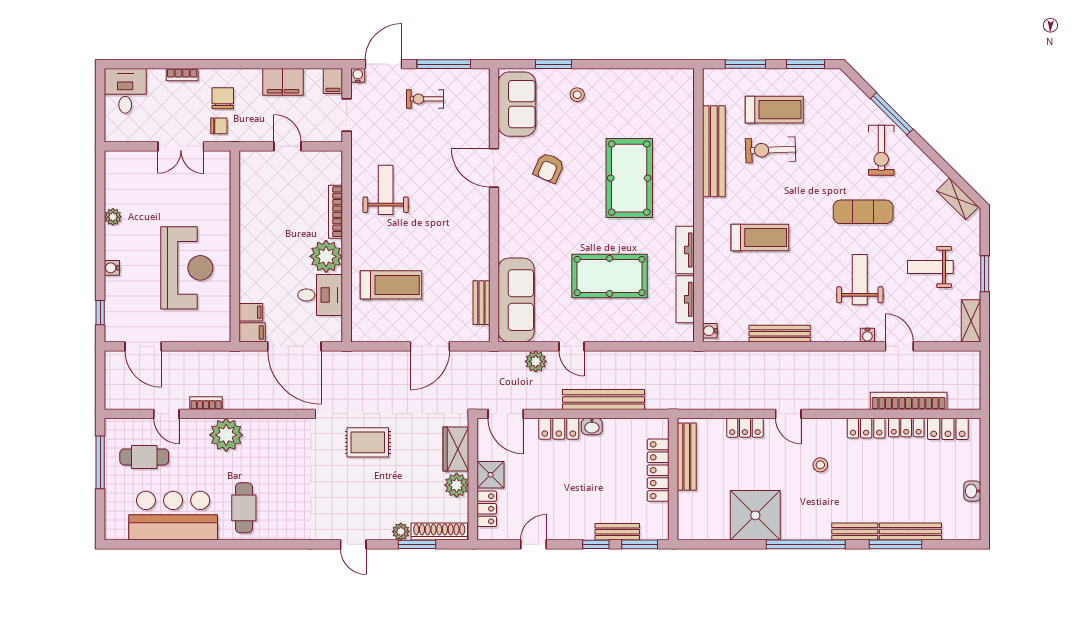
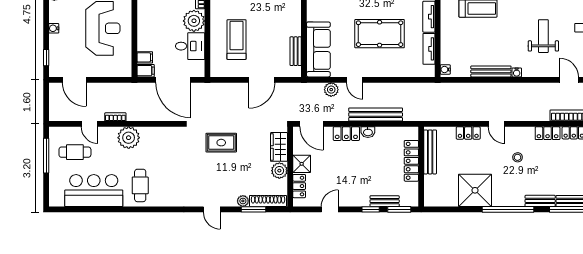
treadmill: (391, 285) -> (237, 40), turned -90
water cooler: (867, 335) -> (517, 72), moved

